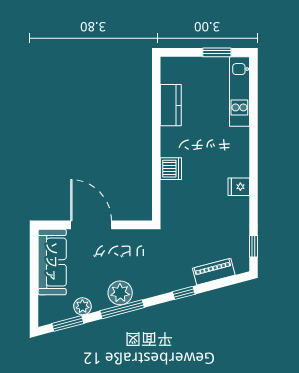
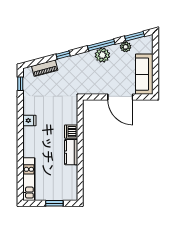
window: (217, 52) -> (54, 203), moved
kitchen counter: (171, 105) -> (71, 152), moved

